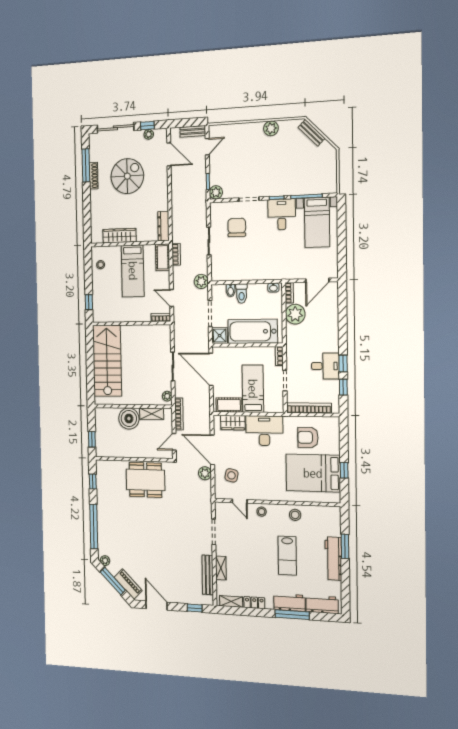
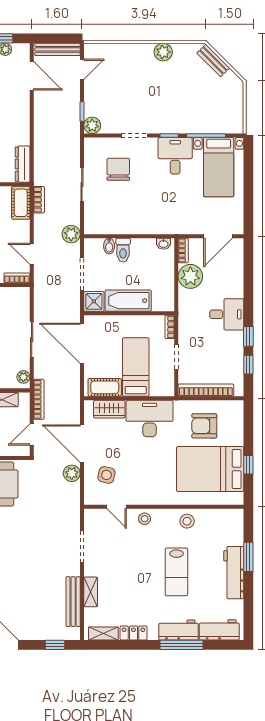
bench: (193, 131) -> (58, 49), width x1.36
bathtub: (253, 331) -> (128, 301), width x0.73, depth x0.73
desk: (325, 366) -> (227, 314), moved

